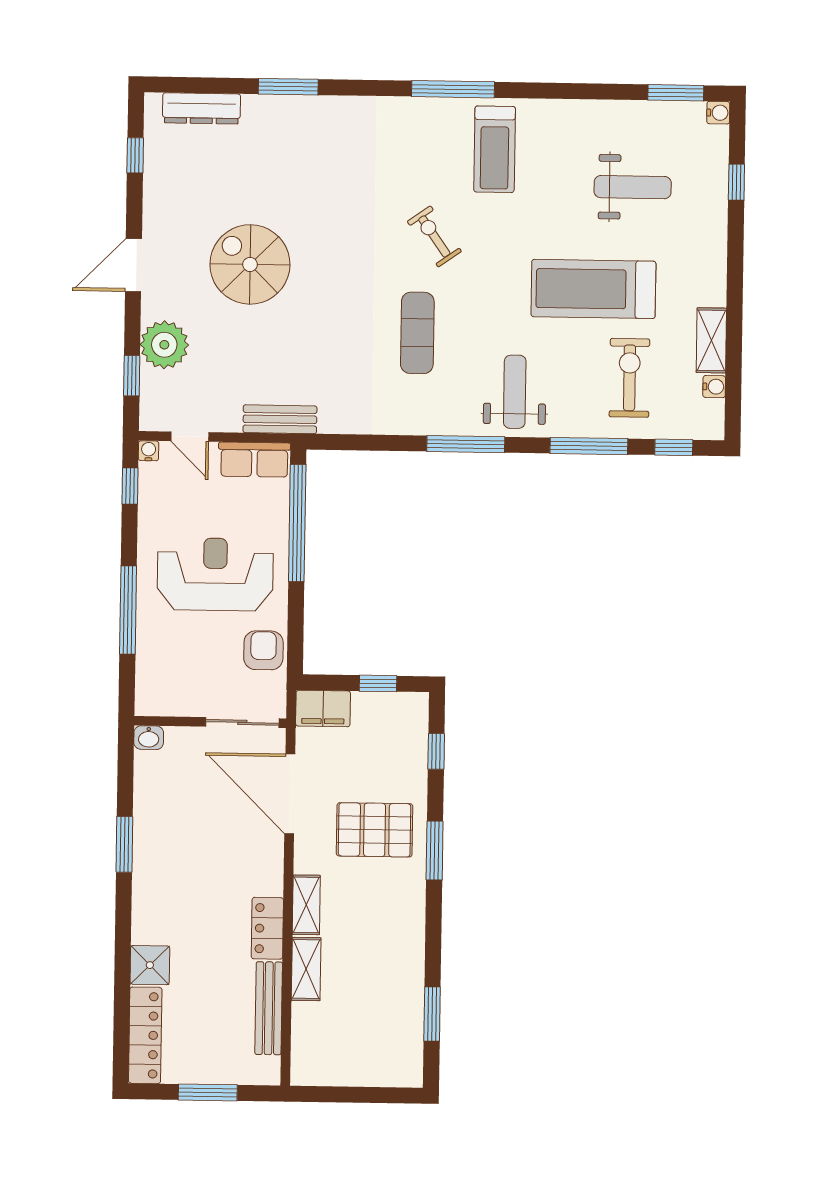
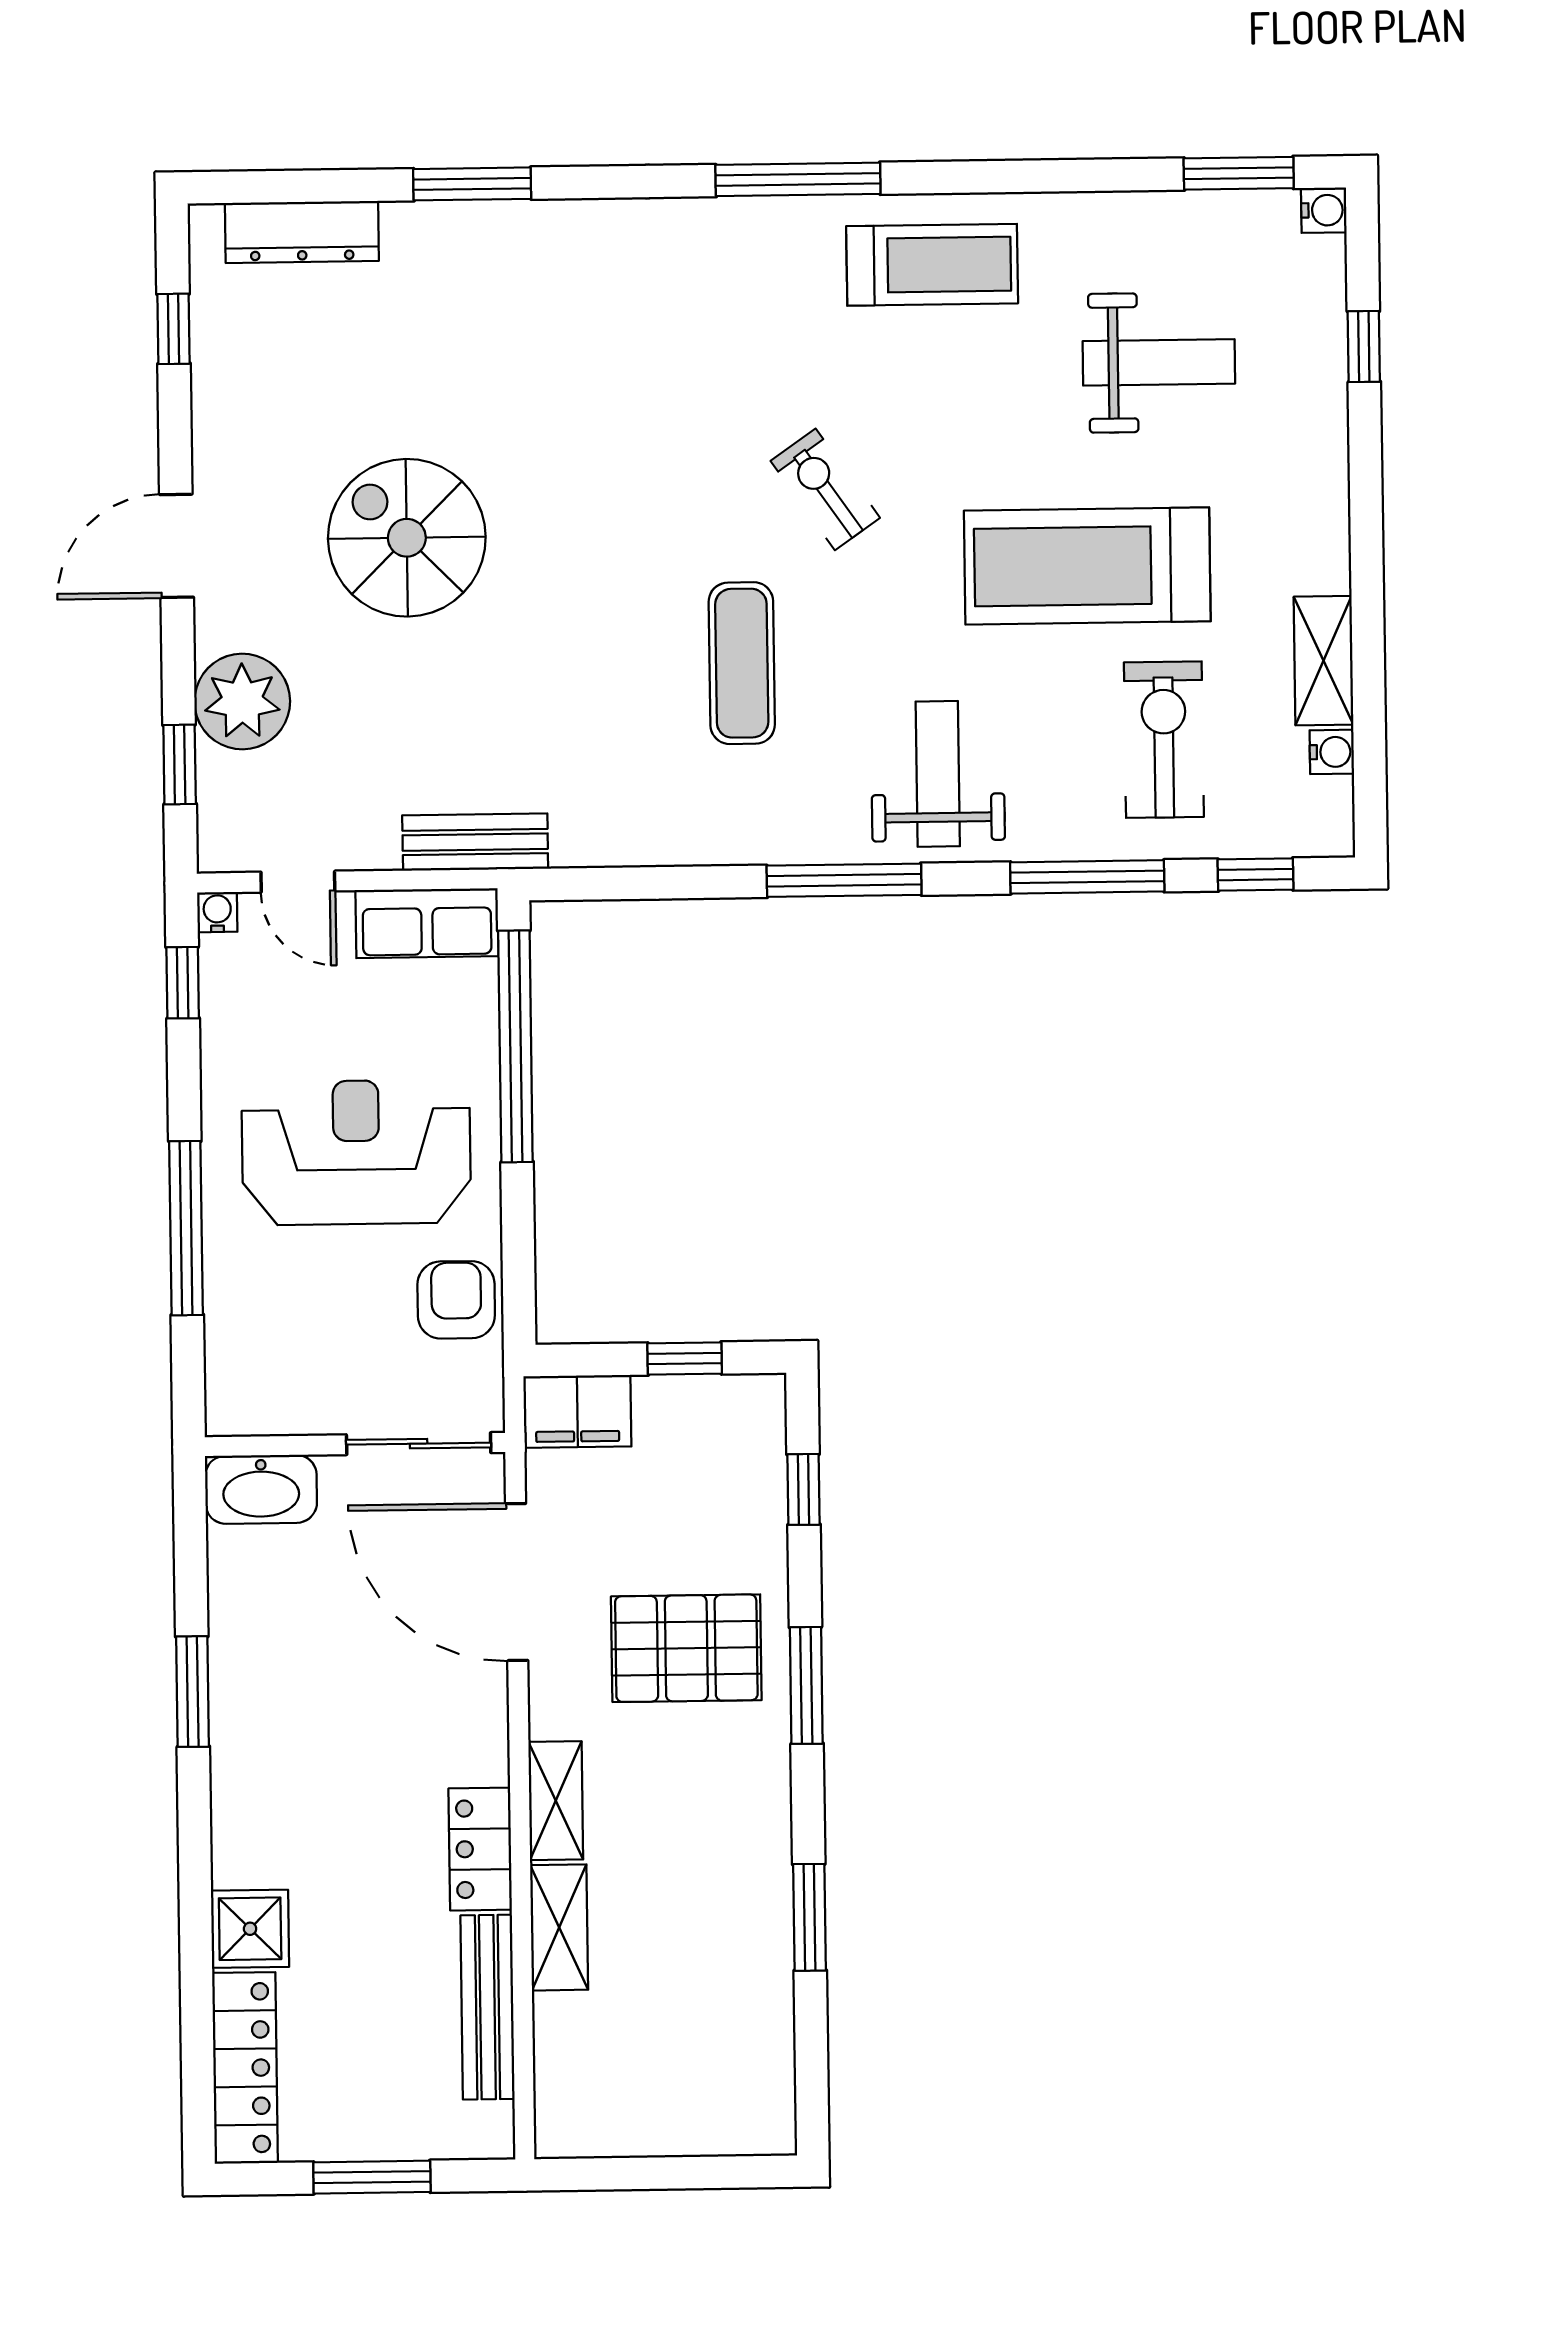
treadmill: (495, 149) -> (932, 265), moved, turned -90
exercise bike: (434, 236) -> (825, 489), moved
washbasin: (149, 738) -> (261, 1489), width x1.91, depth x1.45
window: (432, 1014) -> (809, 1917), moved

